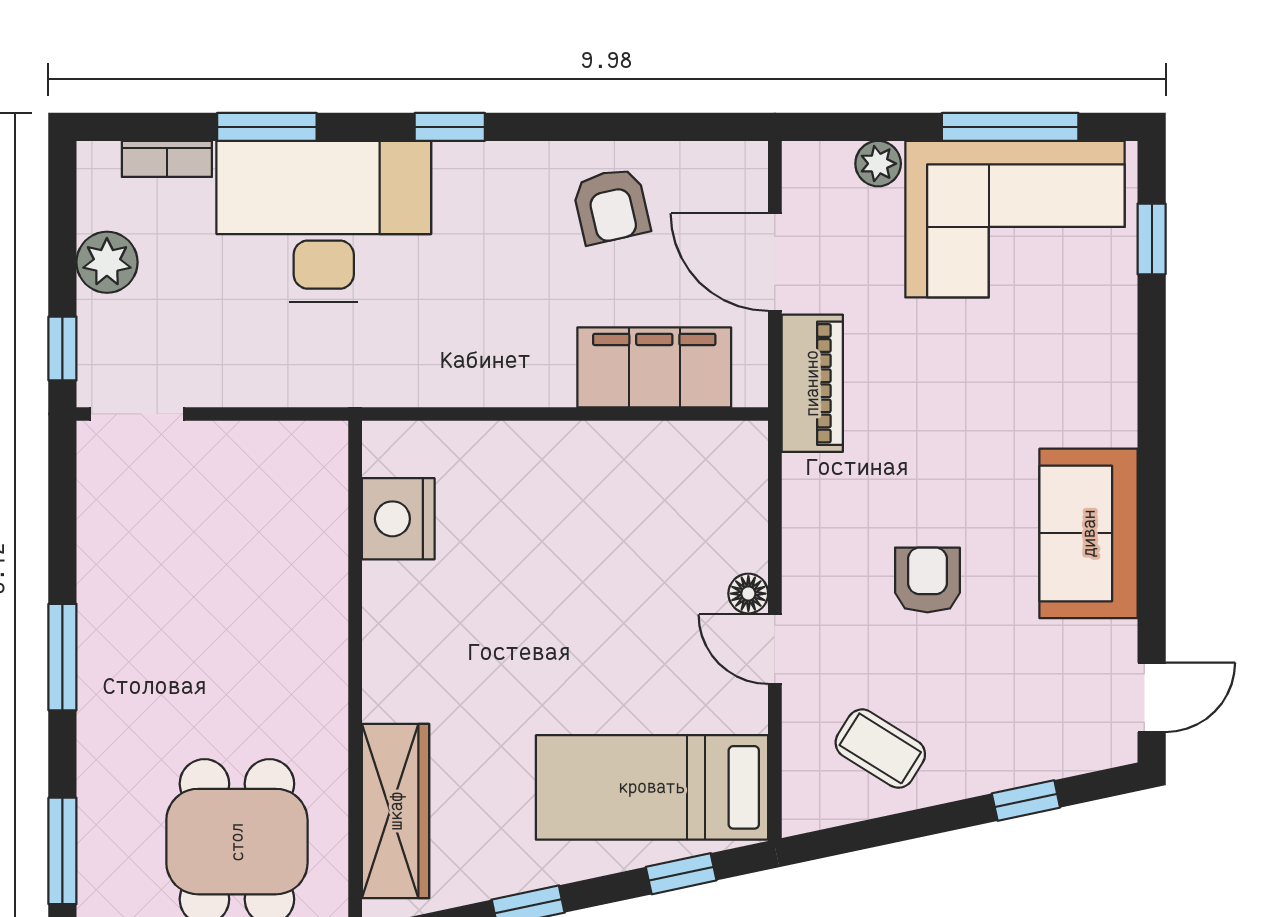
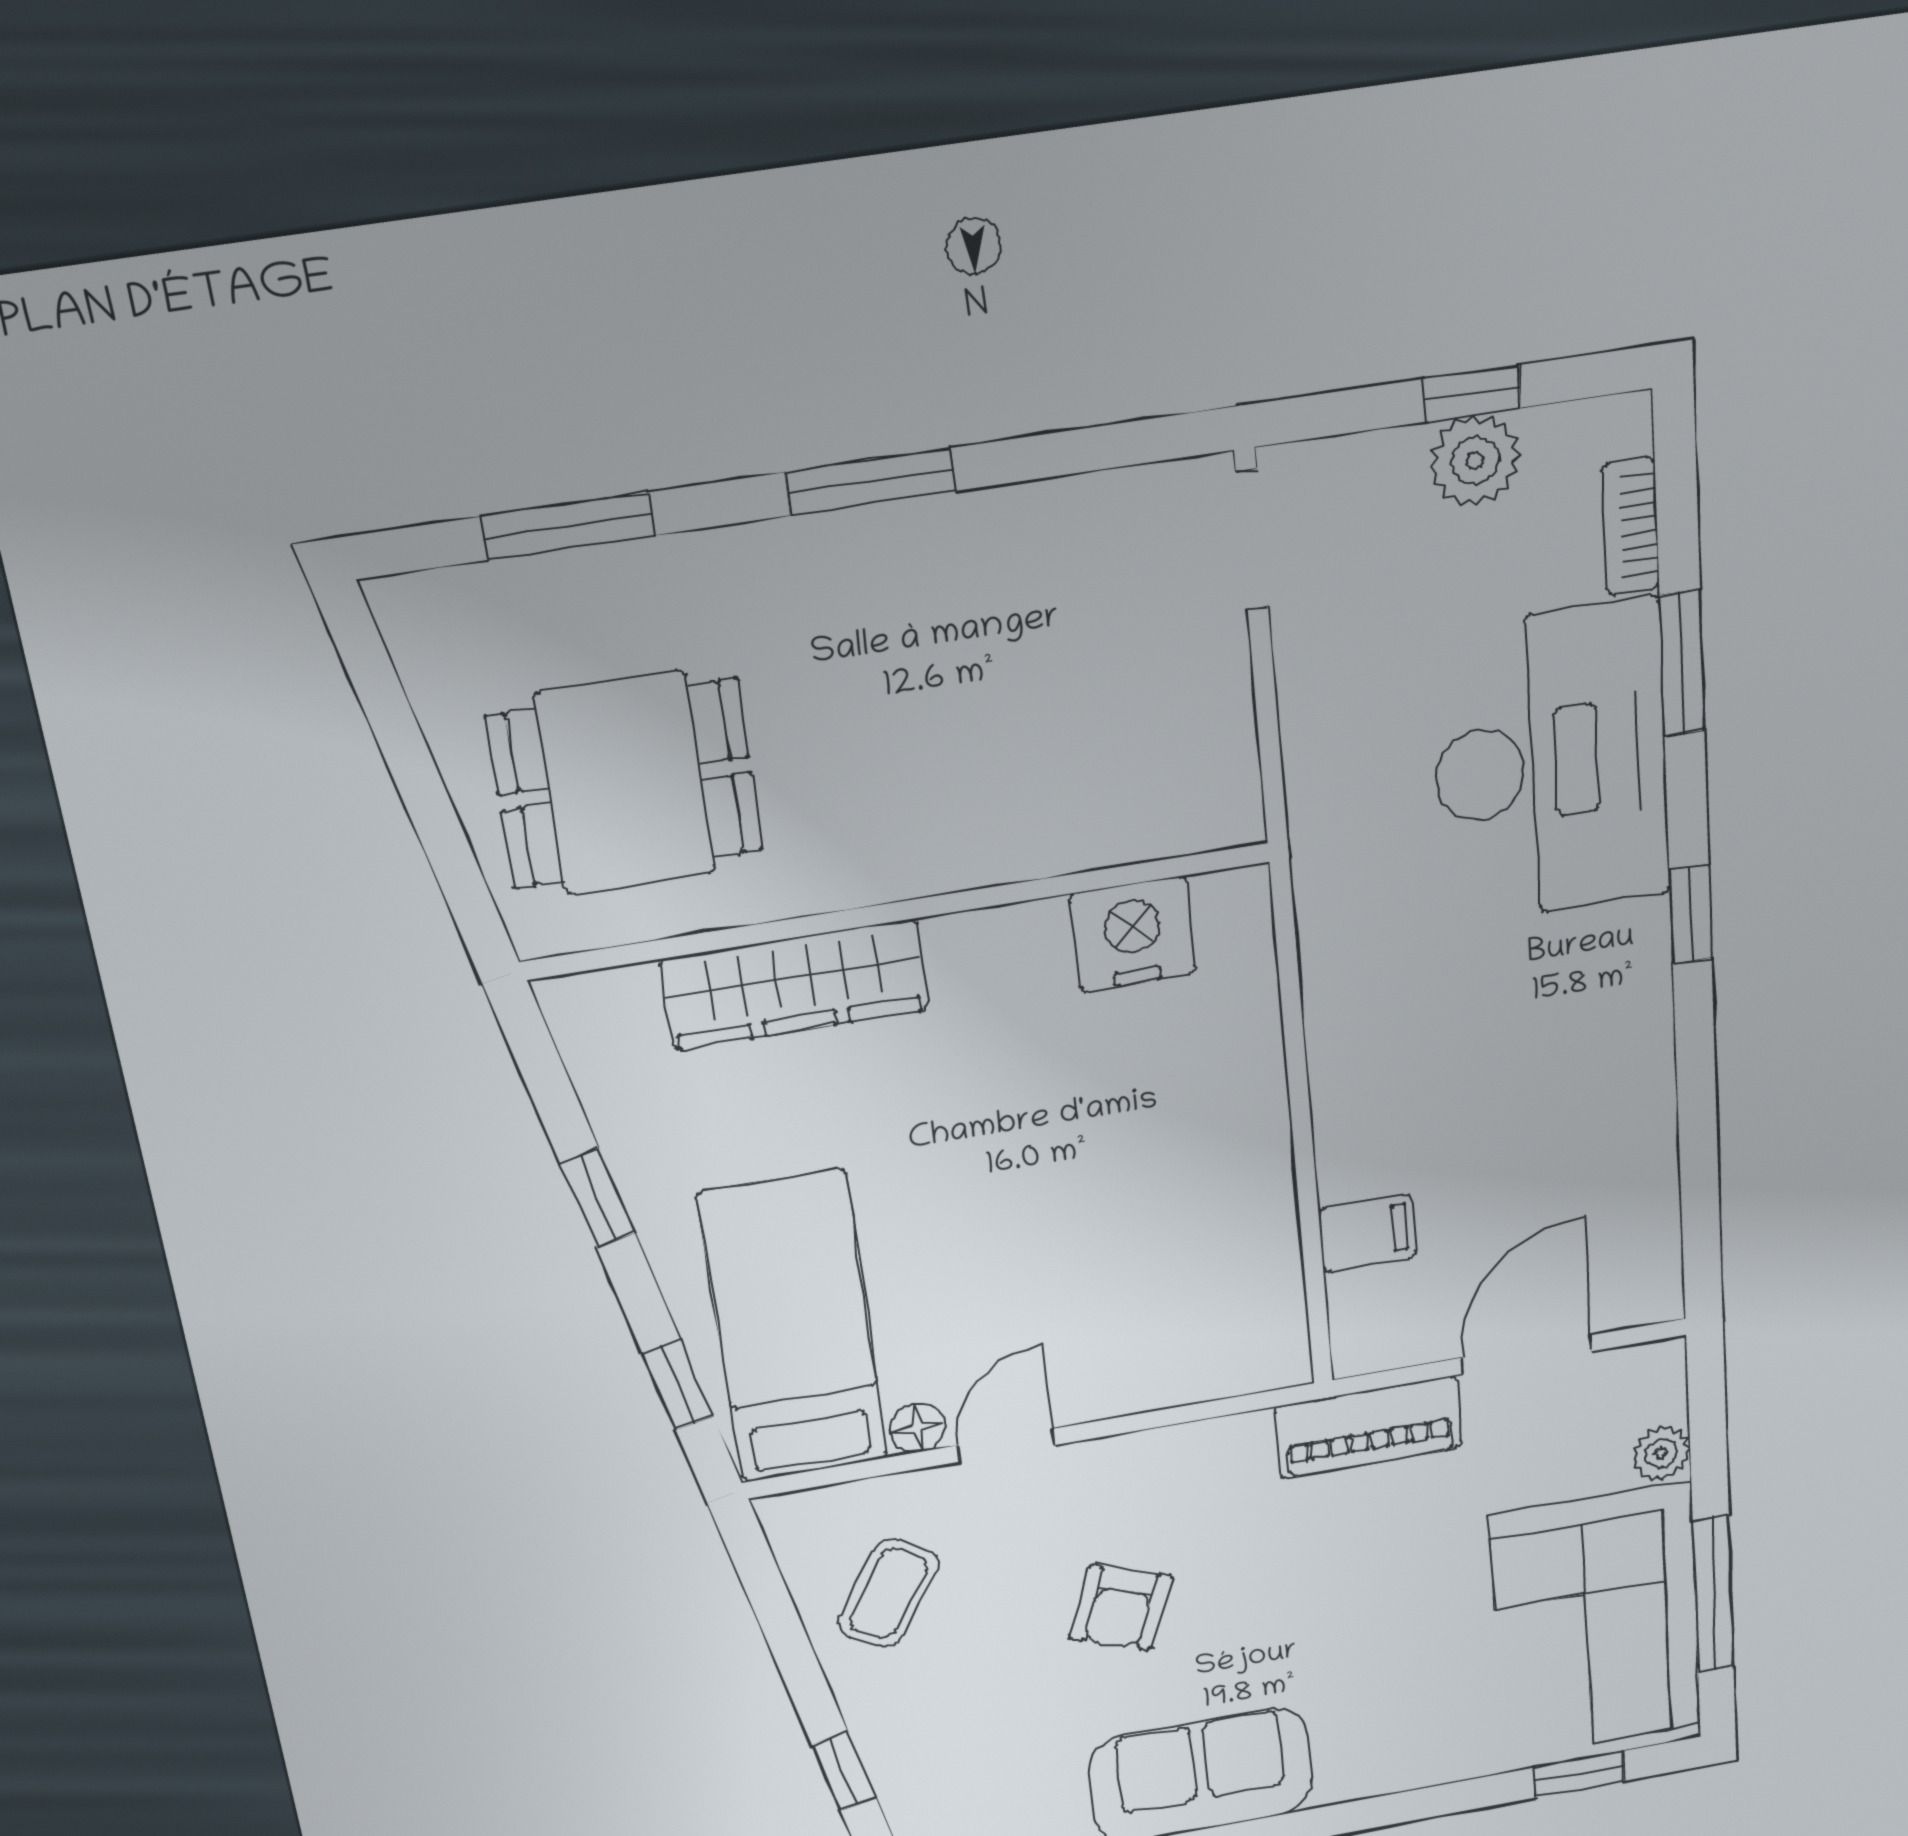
armchair: (611, 206) -> (1591, 1141), removed
window: (62, 348) -> (1472, 393), moved
filing cabinet: (654, 367) -> (1367, 1233), width x0.33, depth x0.86
armchair: (927, 580) -> (1121, 1607), turned 110
floor lamp: (748, 594) -> (917, 1428), moved
wardrobe: (396, 811) -> (794, 985), moved

